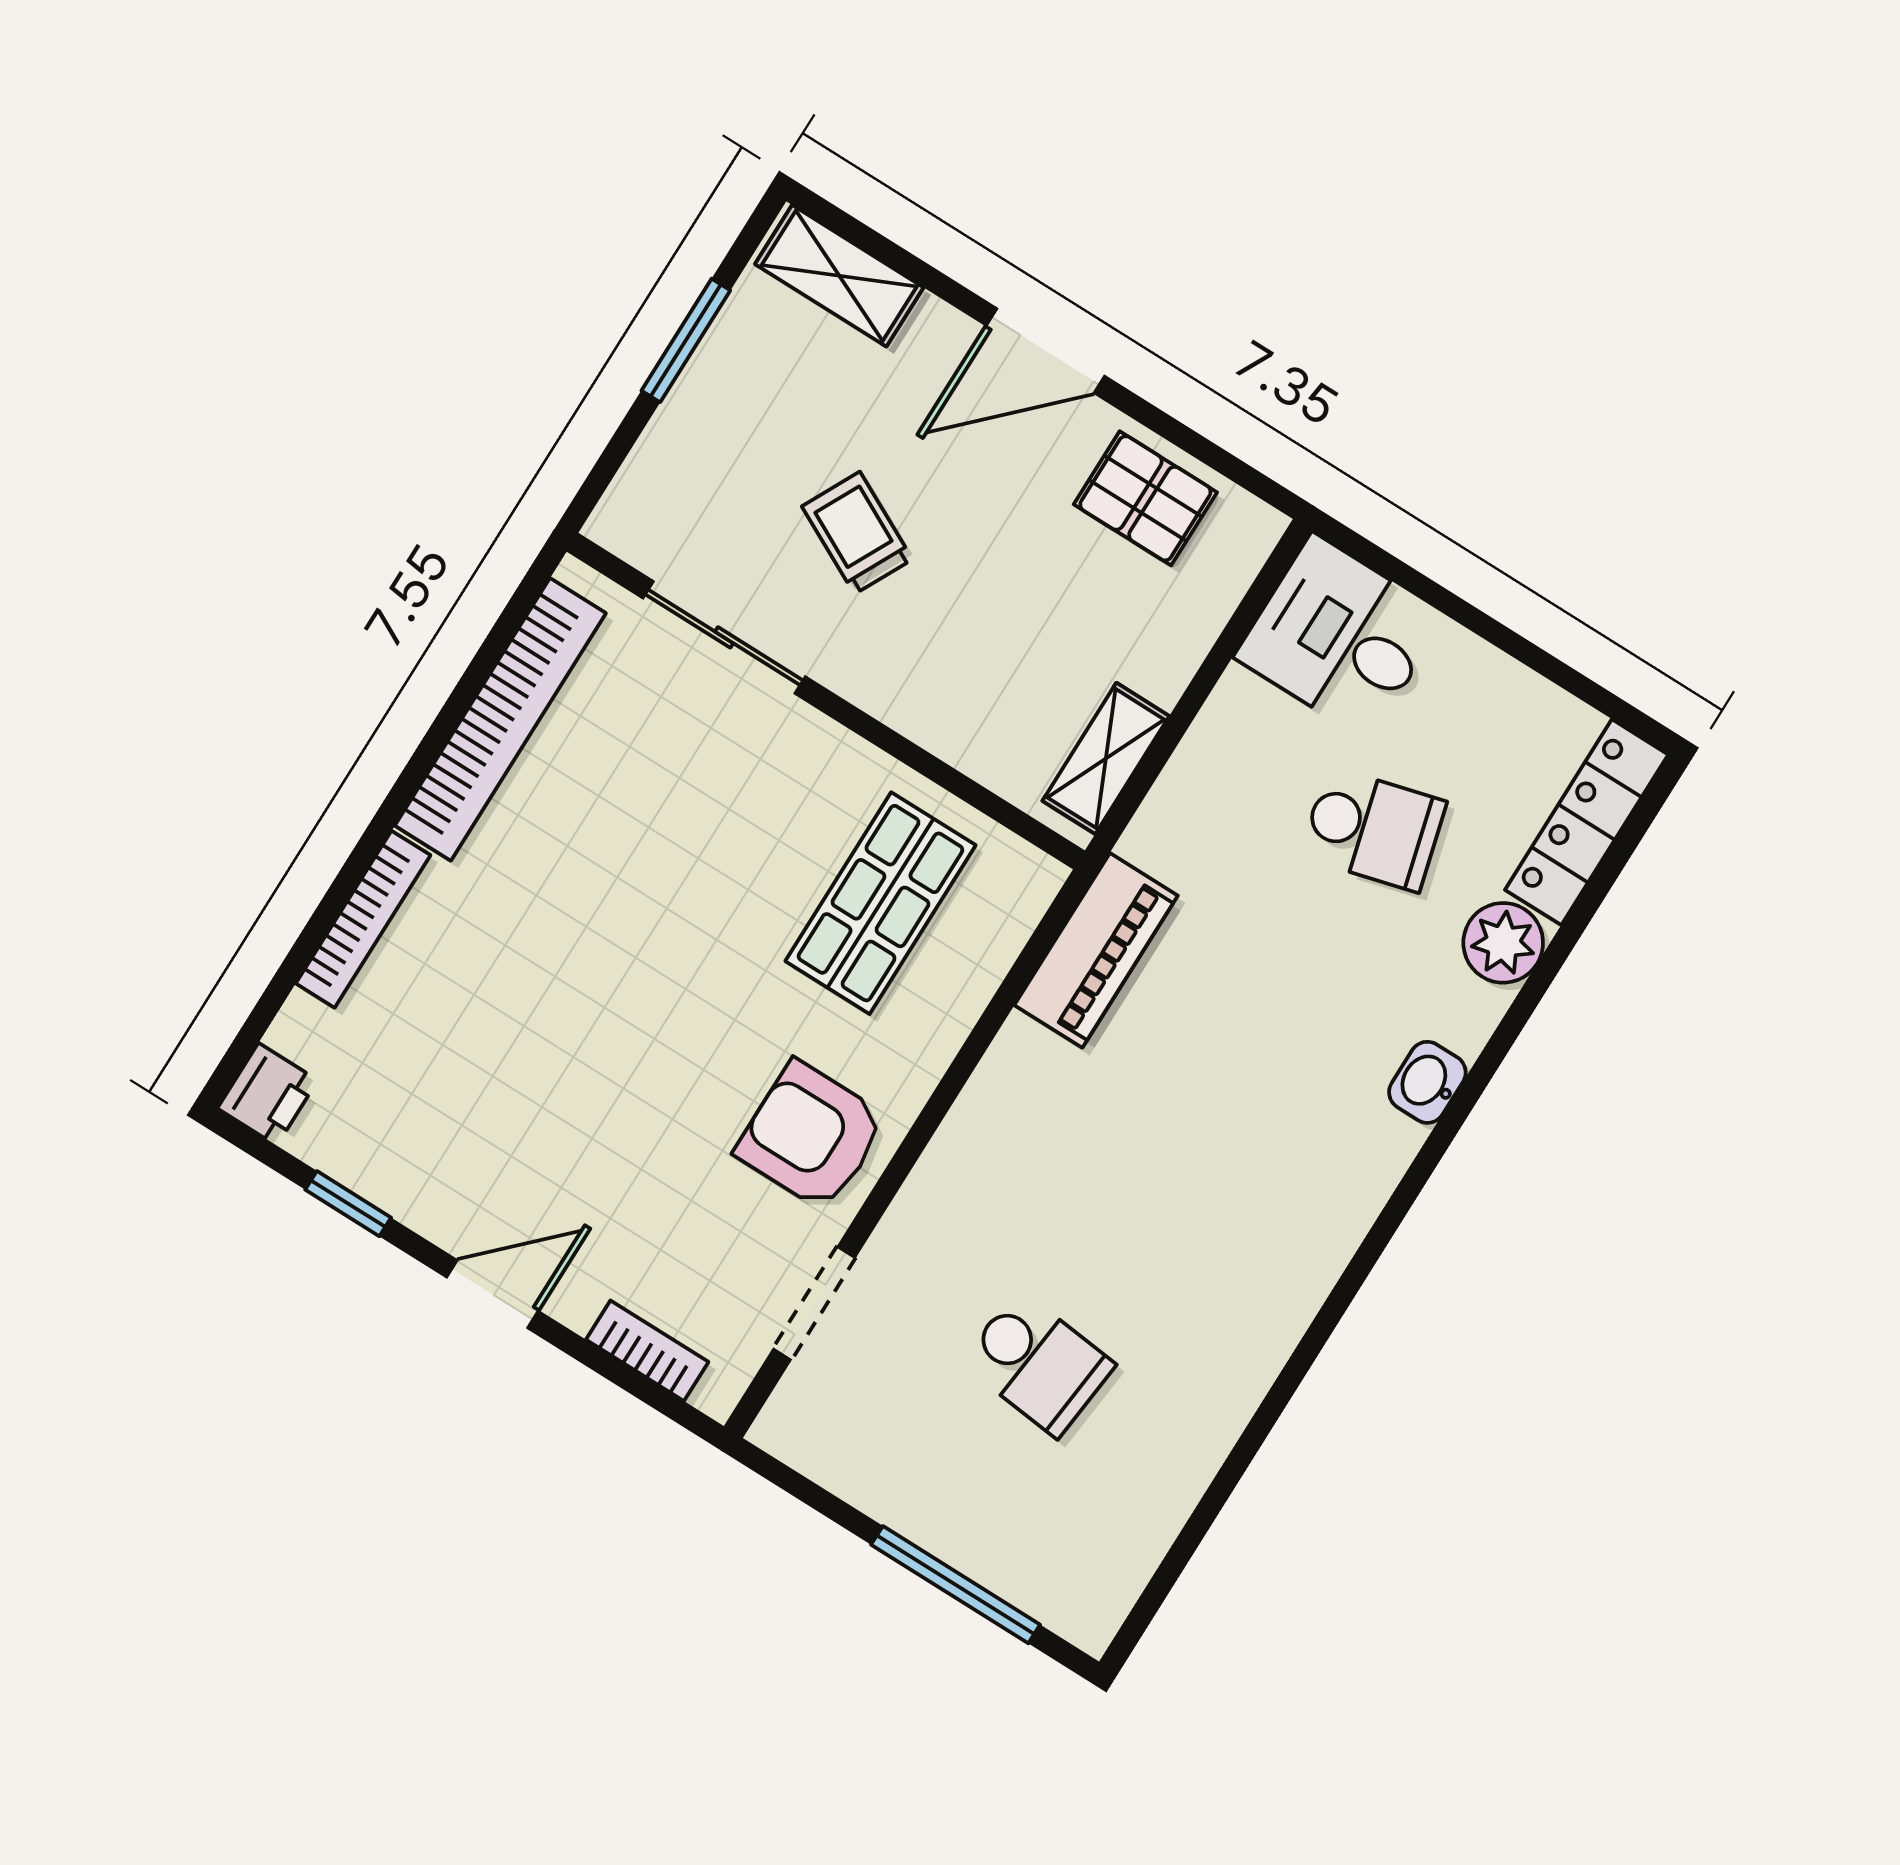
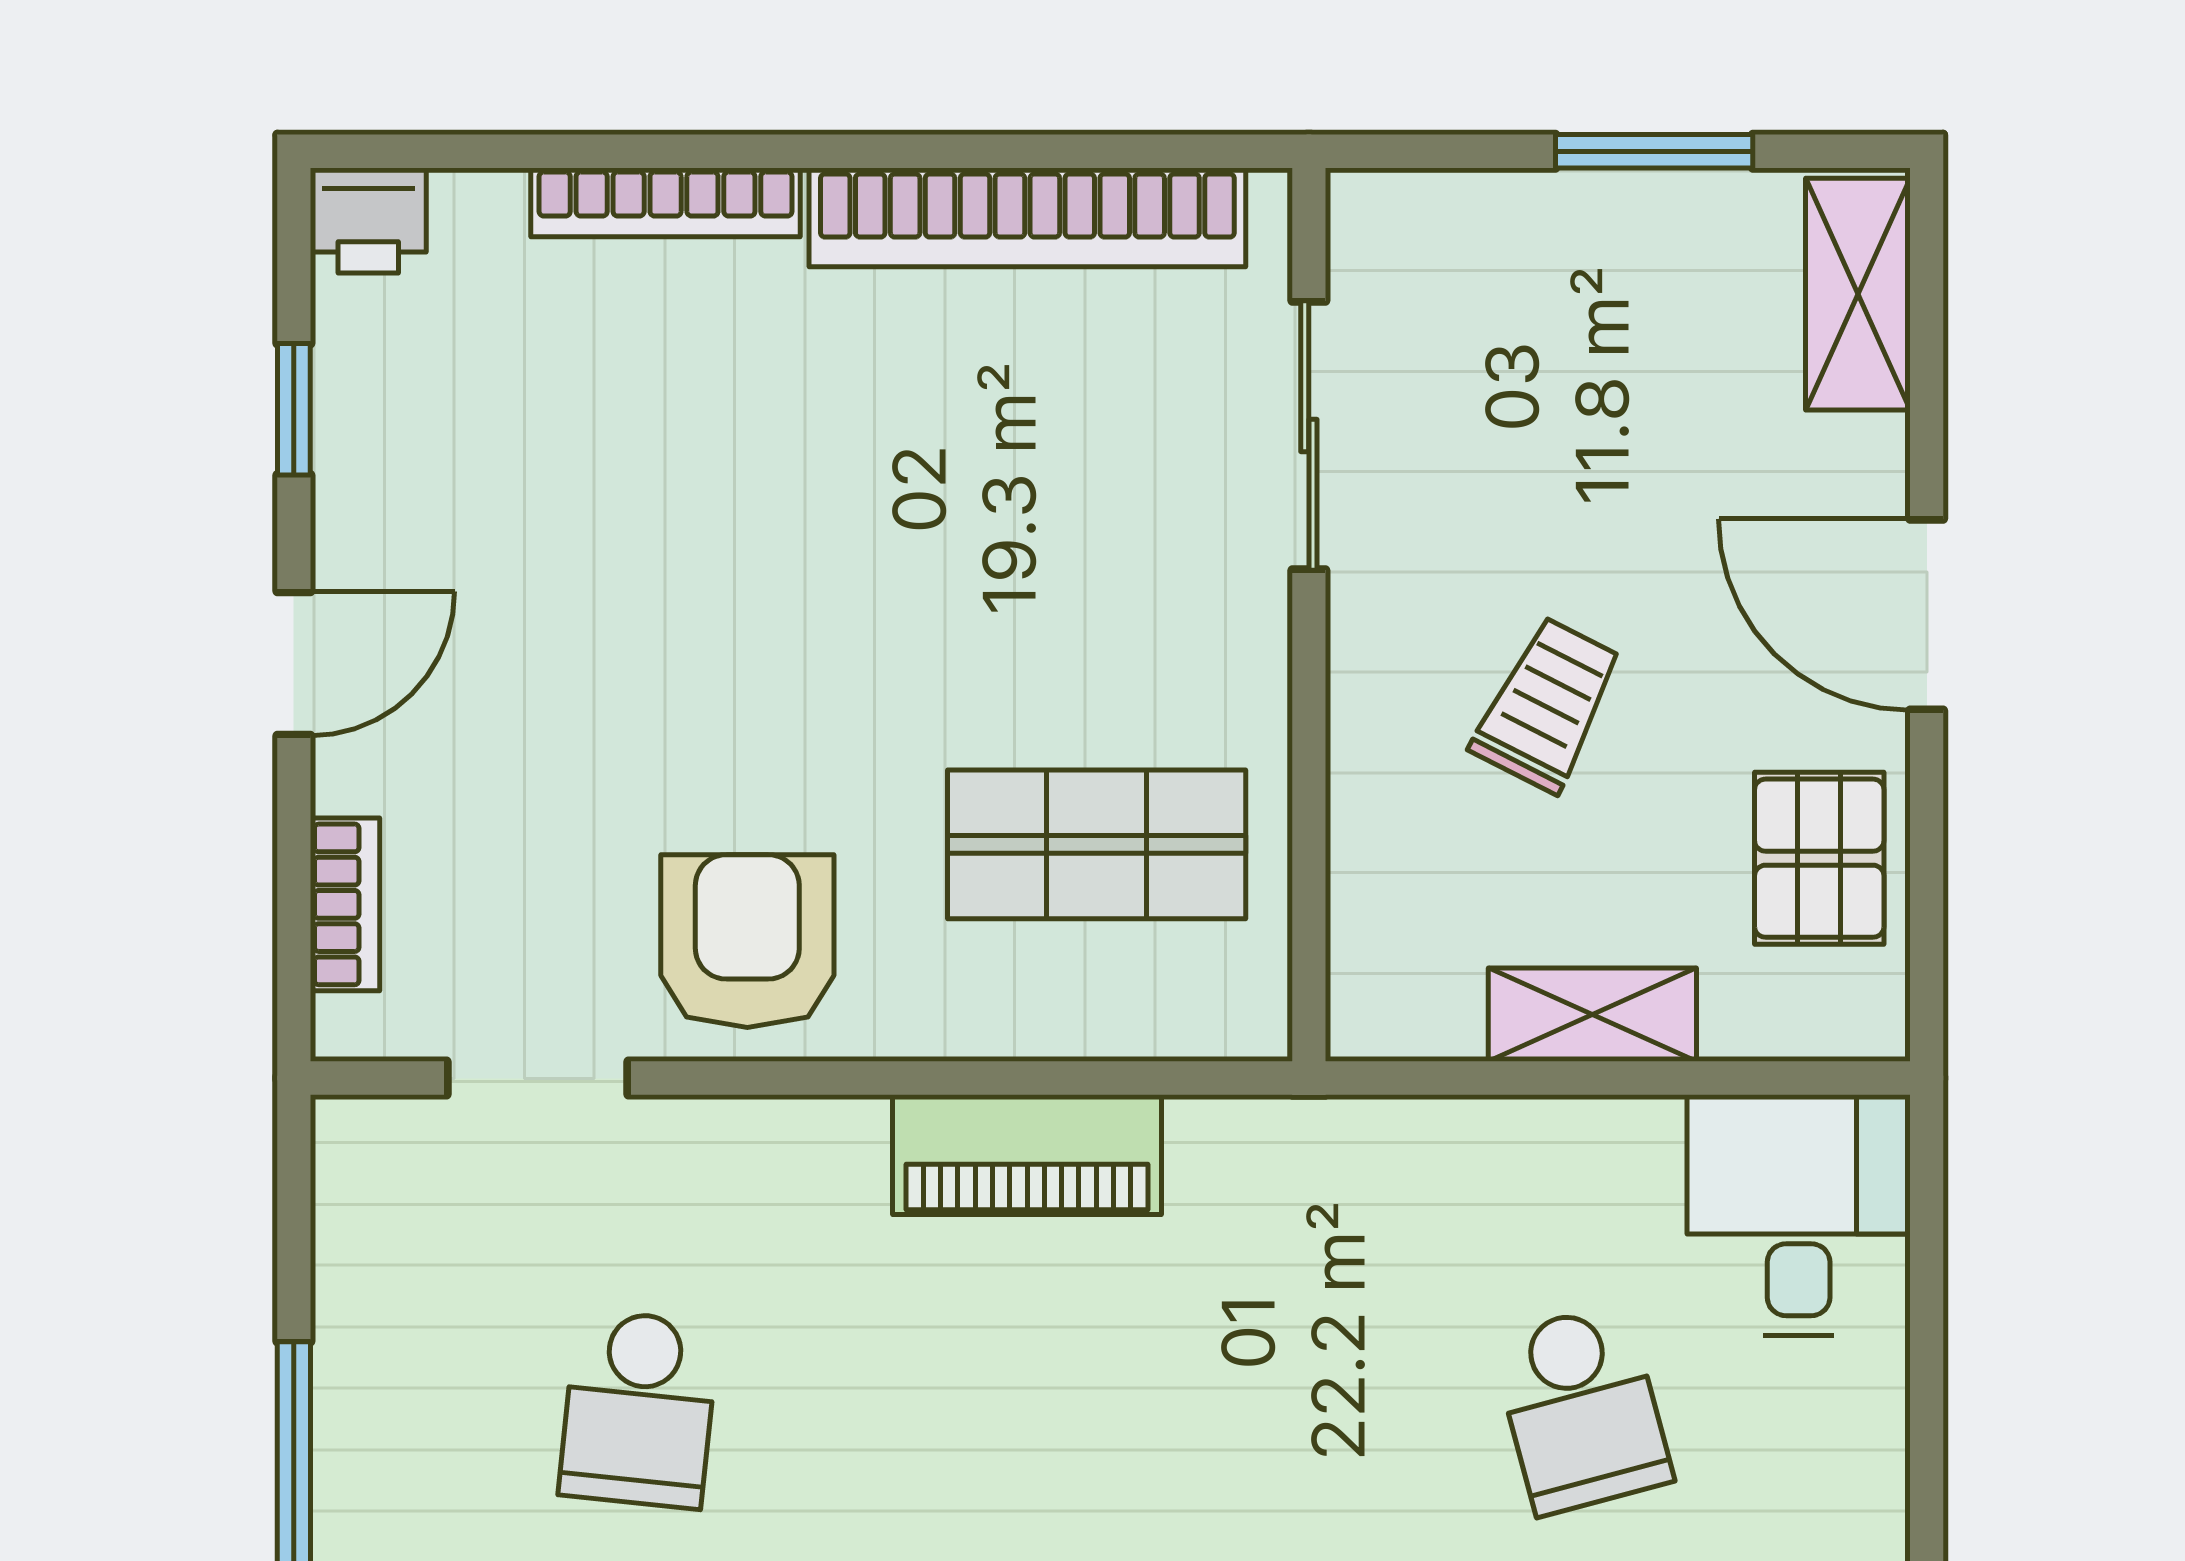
trolley: (857, 533) -> (1547, 705), moved
shelving: (1106, 758) -> (1592, 1015), moved
piano: (1096, 950) -> (1027, 1155), moved
door: (492, 1294) -> (294, 664), hinge flipped

